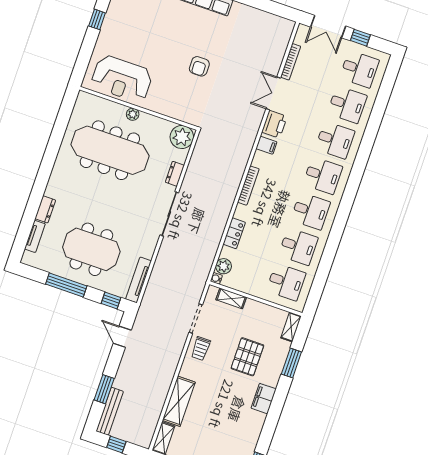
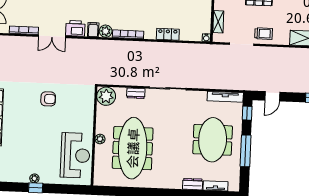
plant: (109, 21) -> (34, 178), added
plant: (224, 266) -> (106, 31), moved

